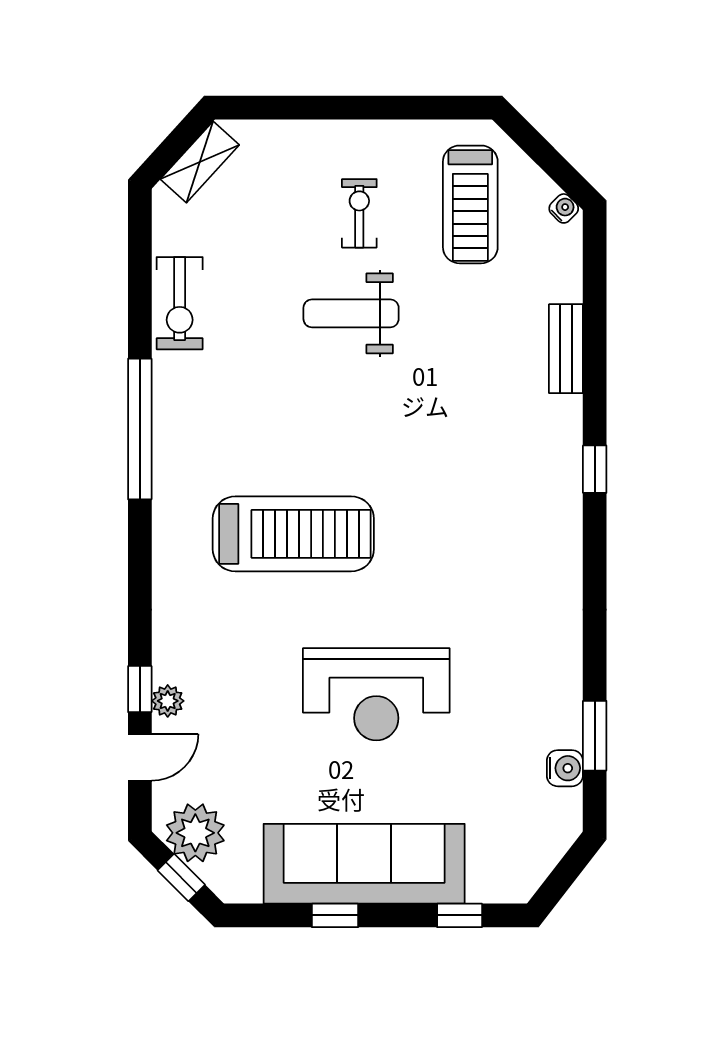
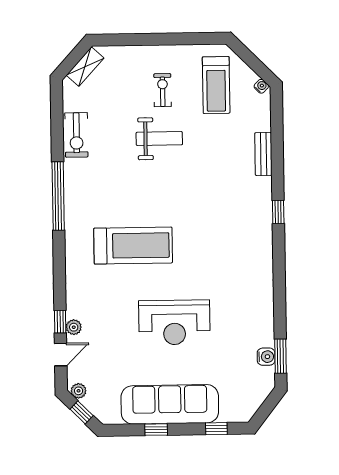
weight bench: (351, 313) -> (159, 139), turned 180
window: (595, 736) -> (280, 356), moved
plant: (195, 833) -> (79, 391), width x0.53, depth x0.53

